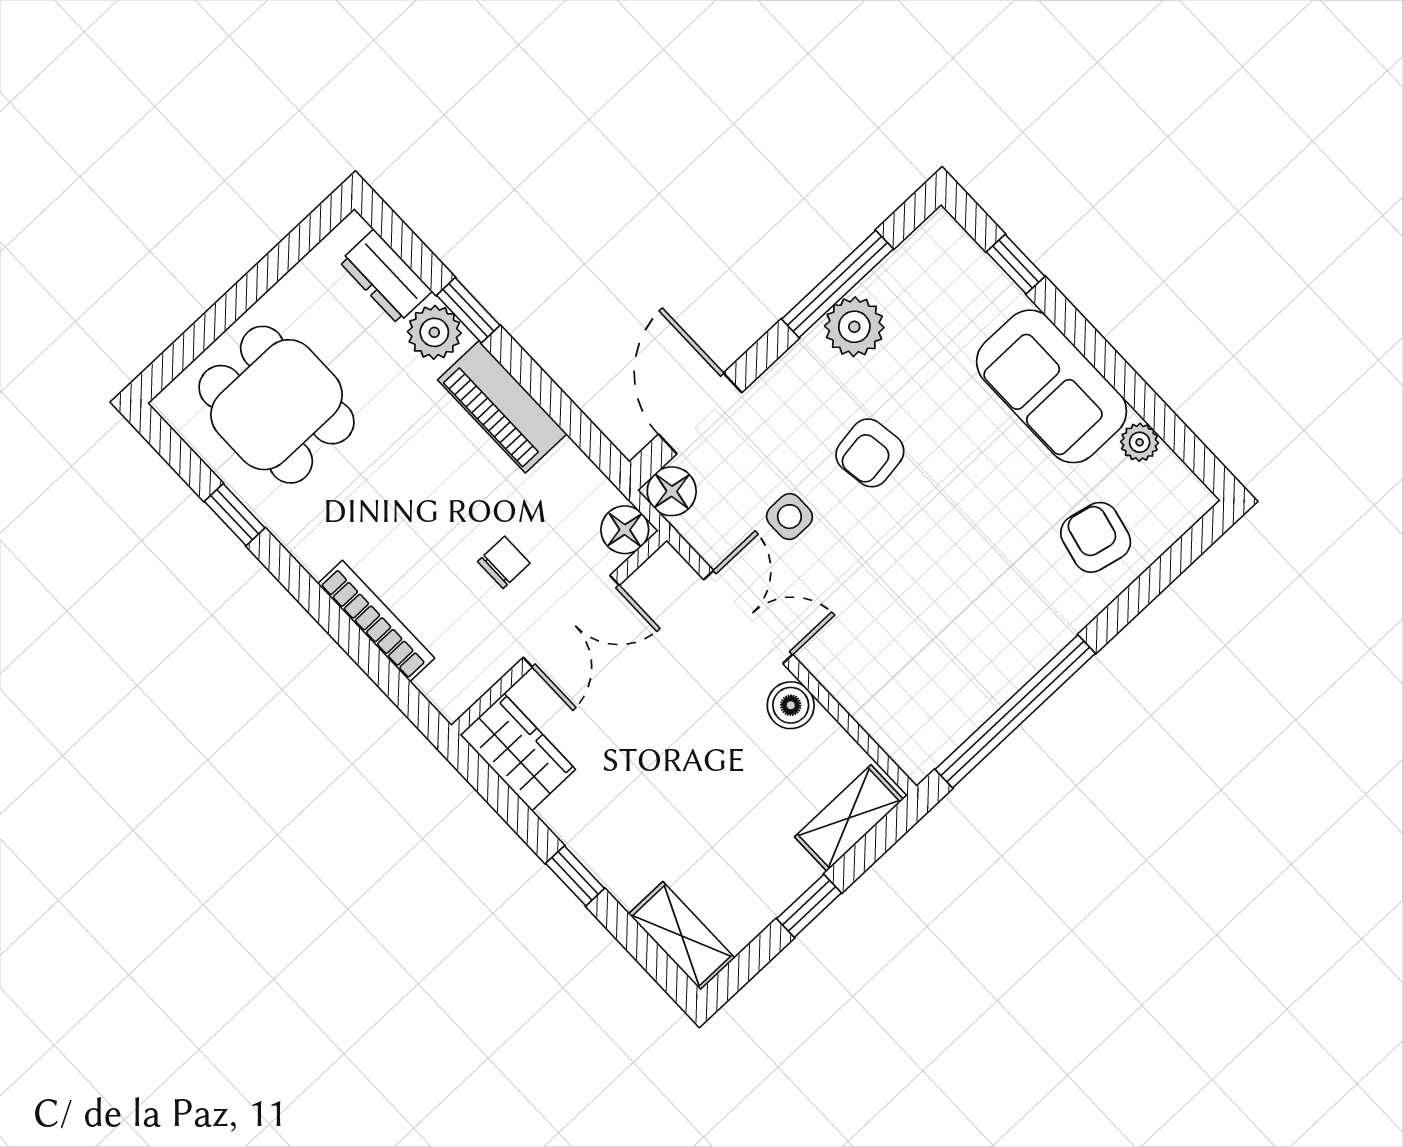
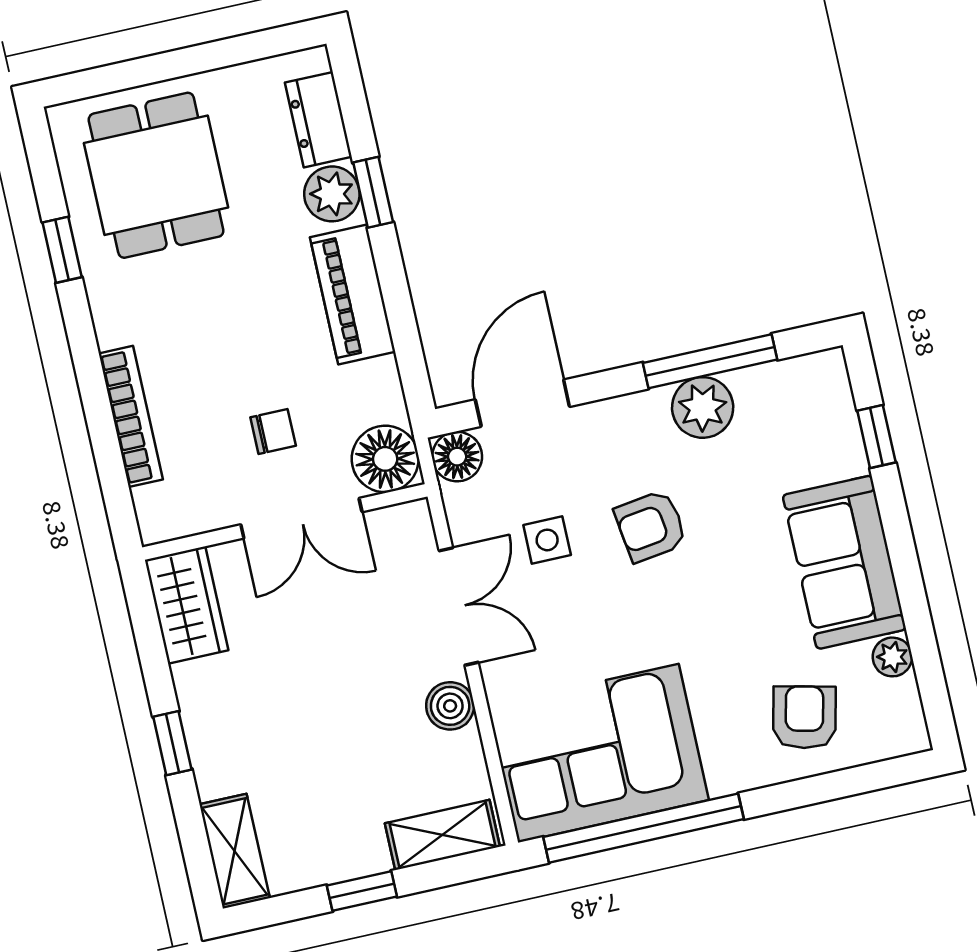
floor lamp: (625, 530) -> (385, 459), width x1.38, depth x1.38
corner sofa: (940, 671) -> (598, 753), added

